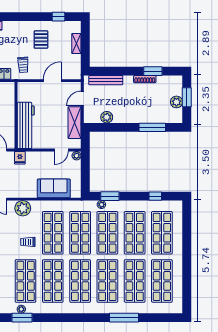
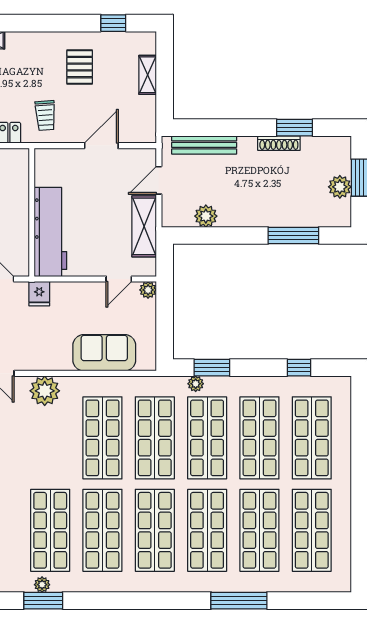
trolley: (28, 242) -> (55, 455), removed

